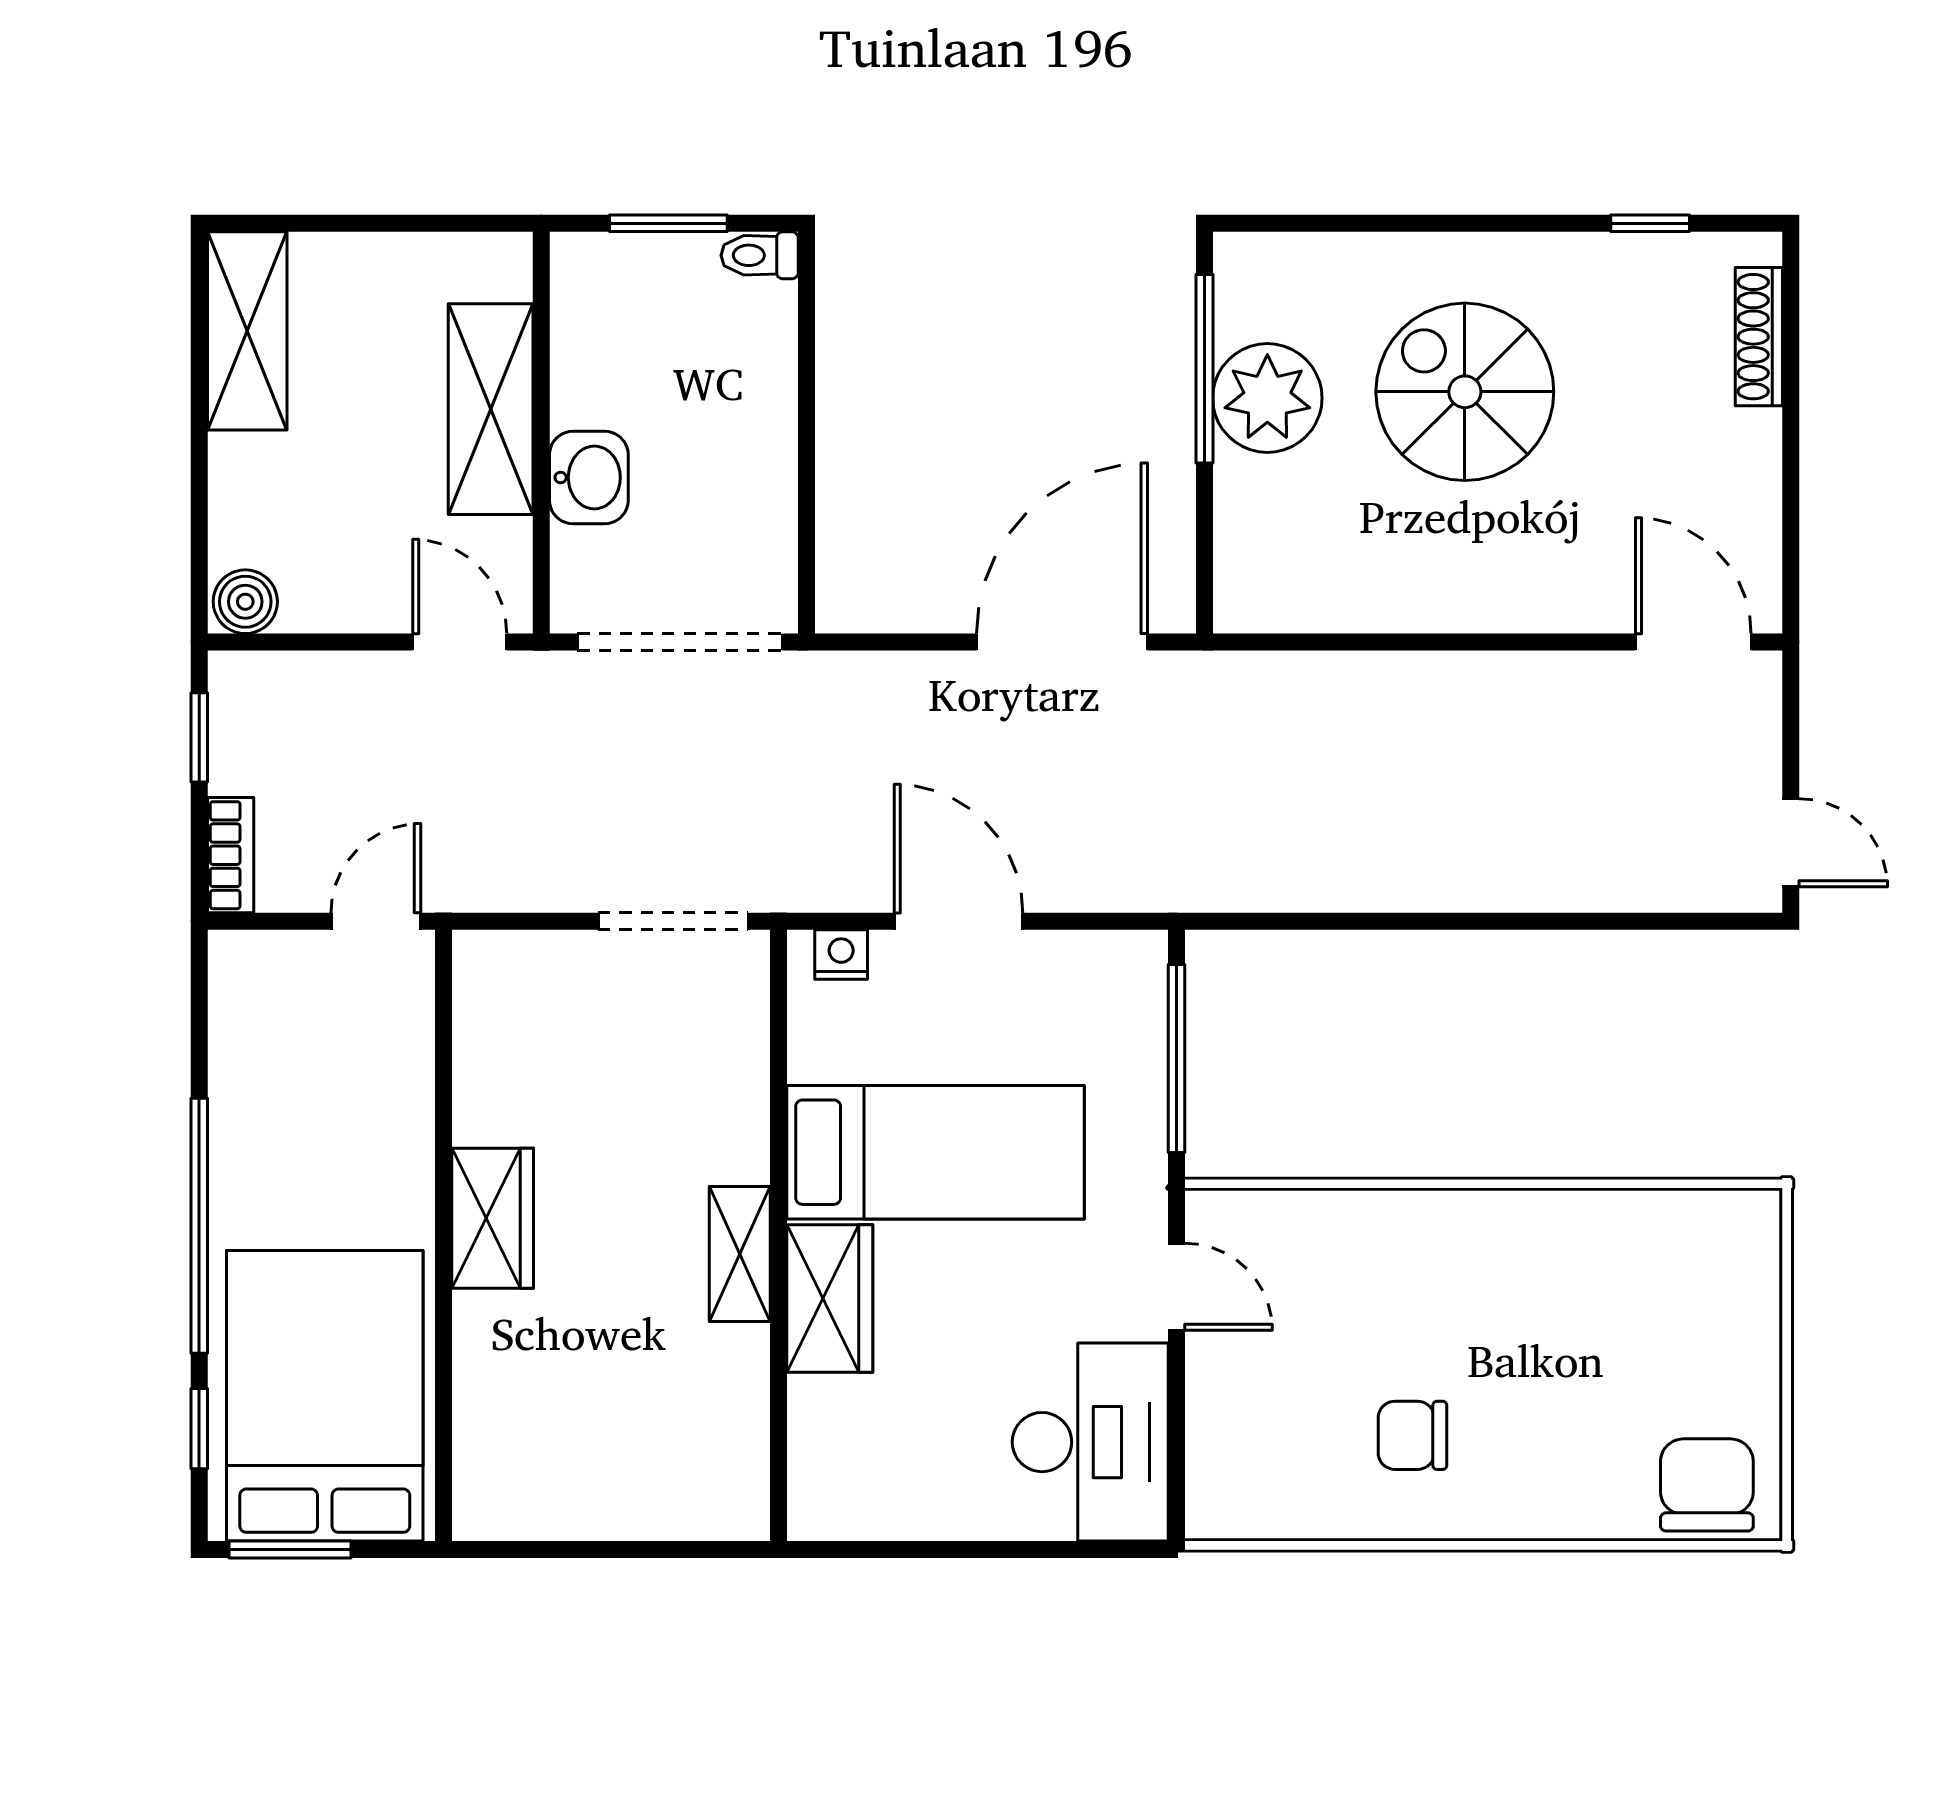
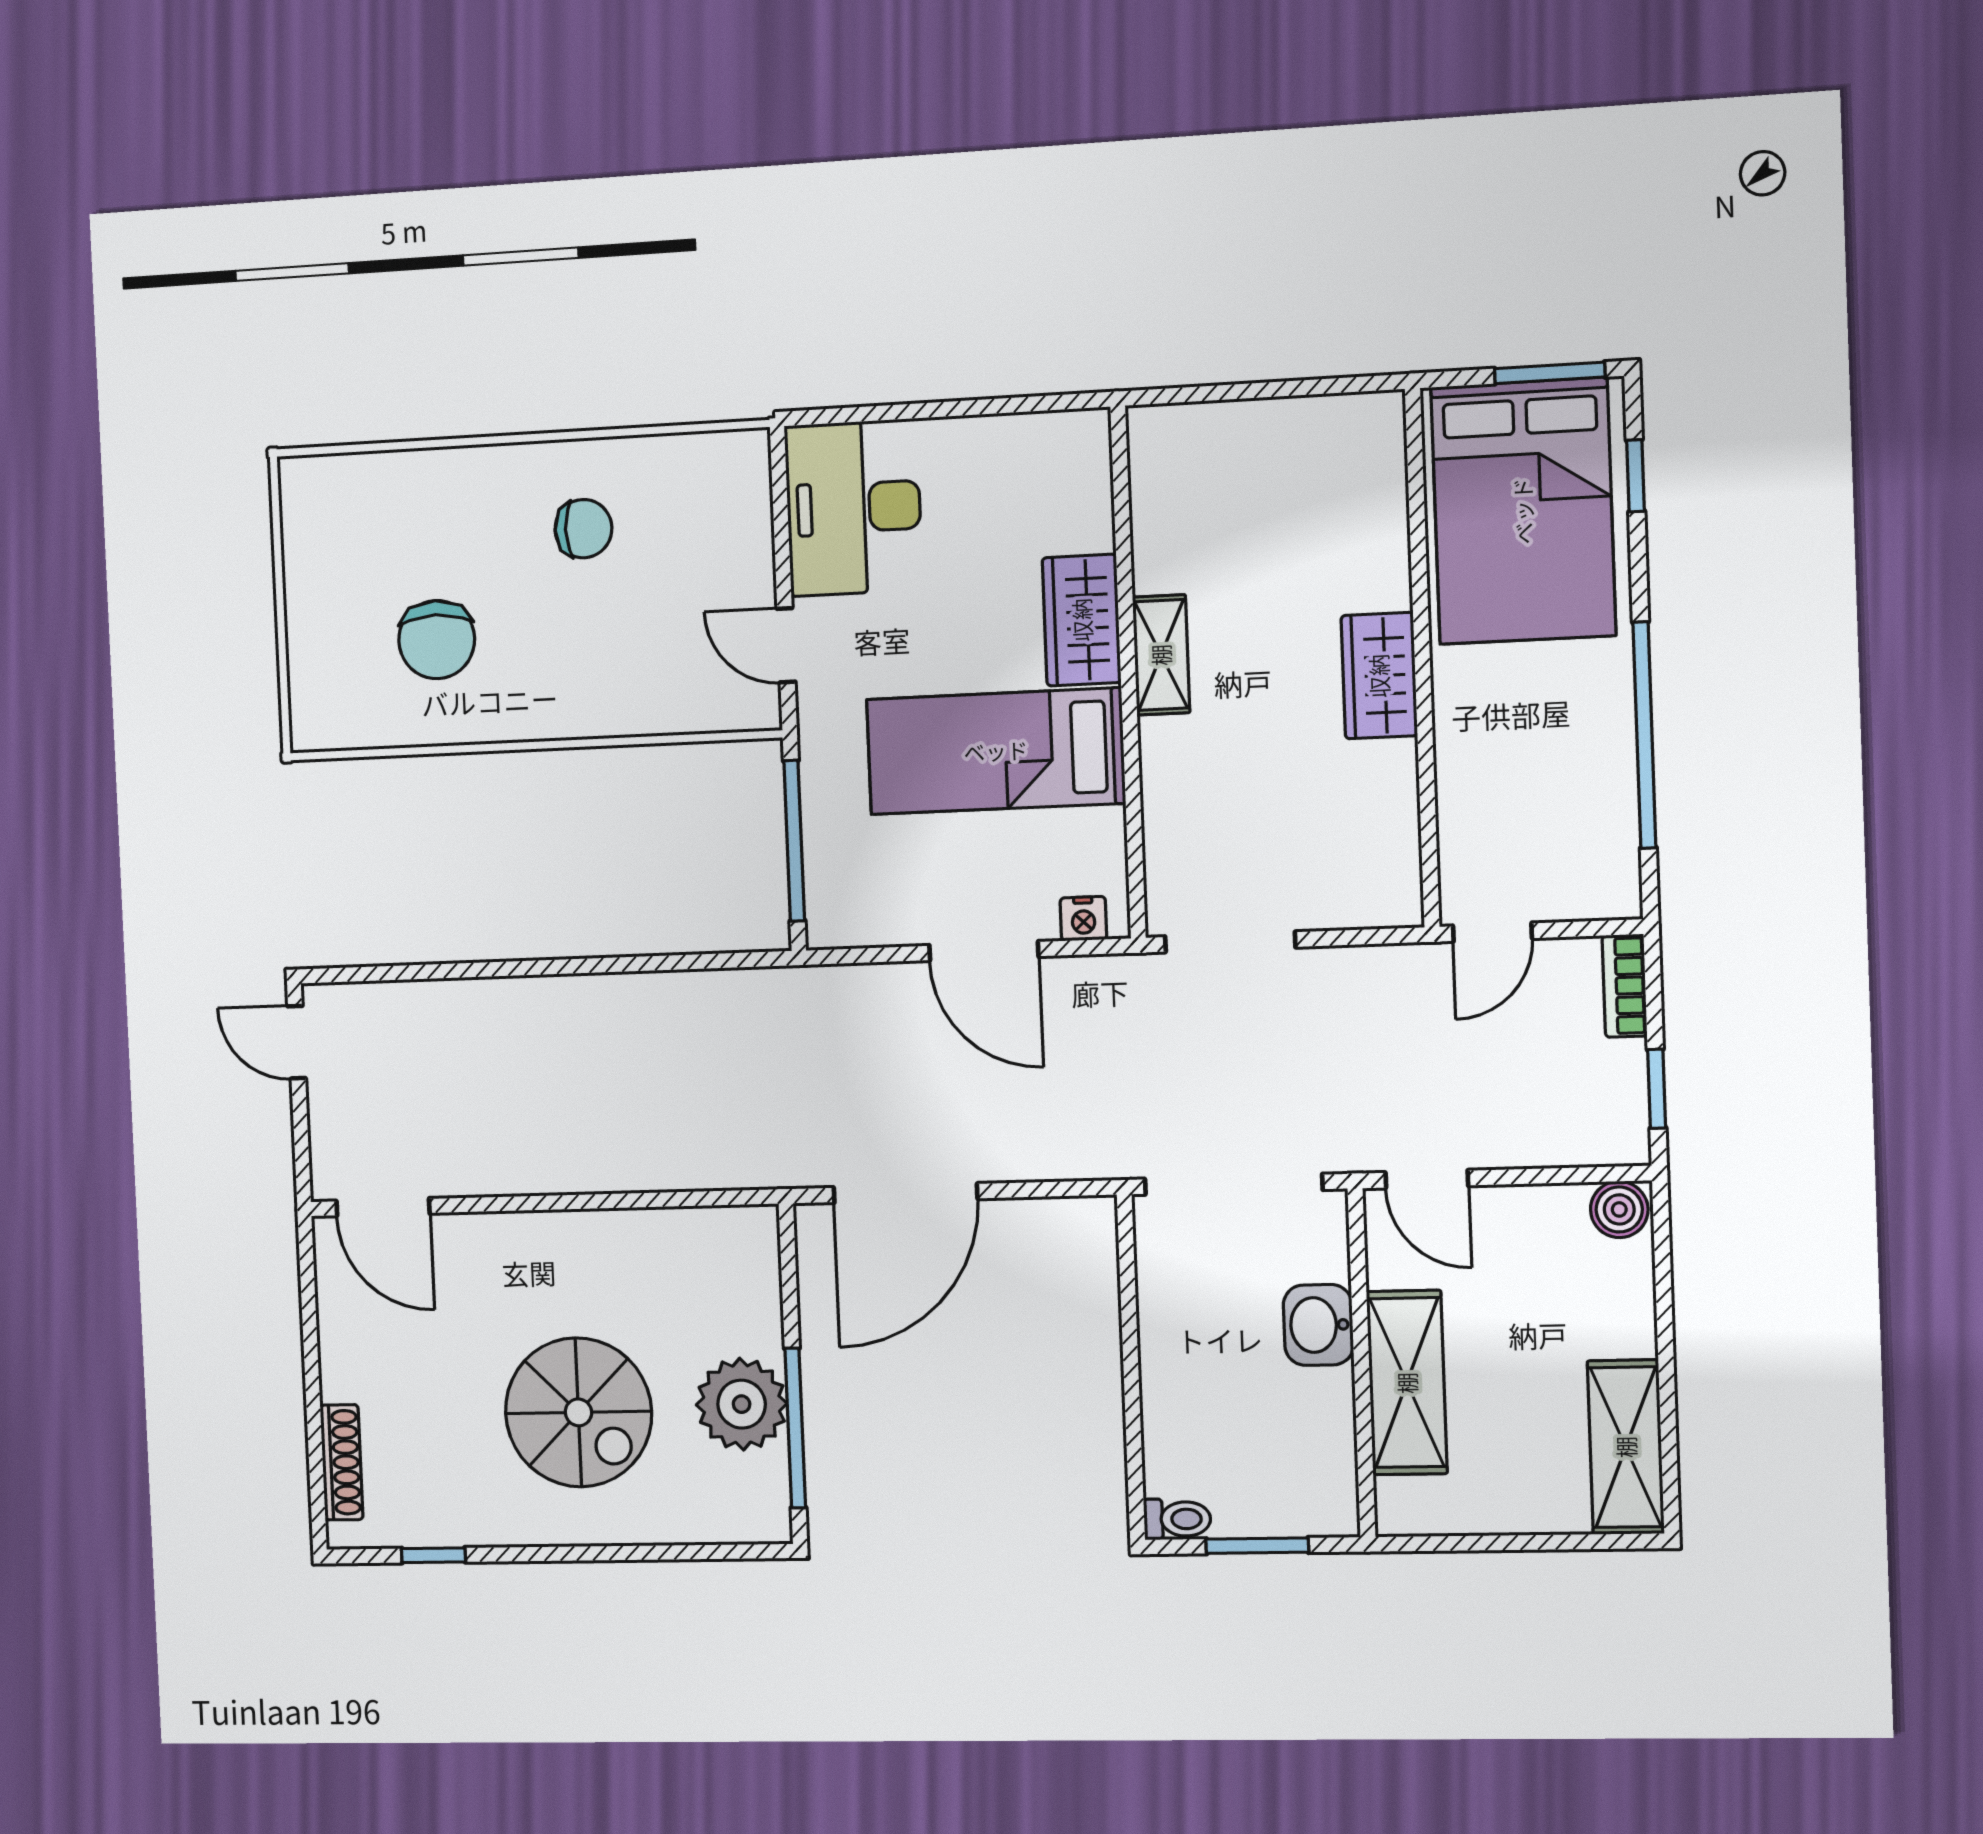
window: (199, 1226) -> (1644, 735), moved
chair: (1707, 1485) -> (437, 640), moved

